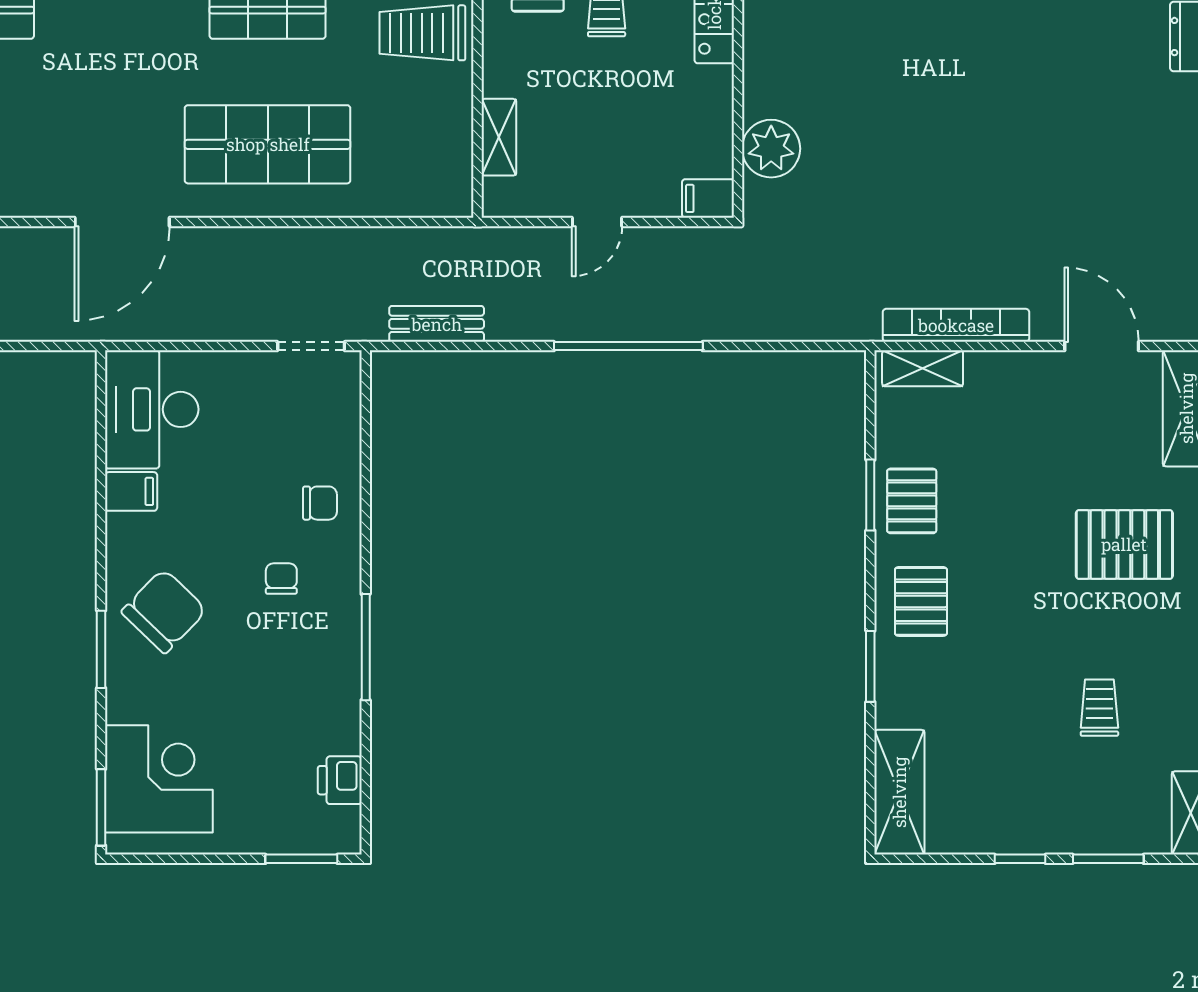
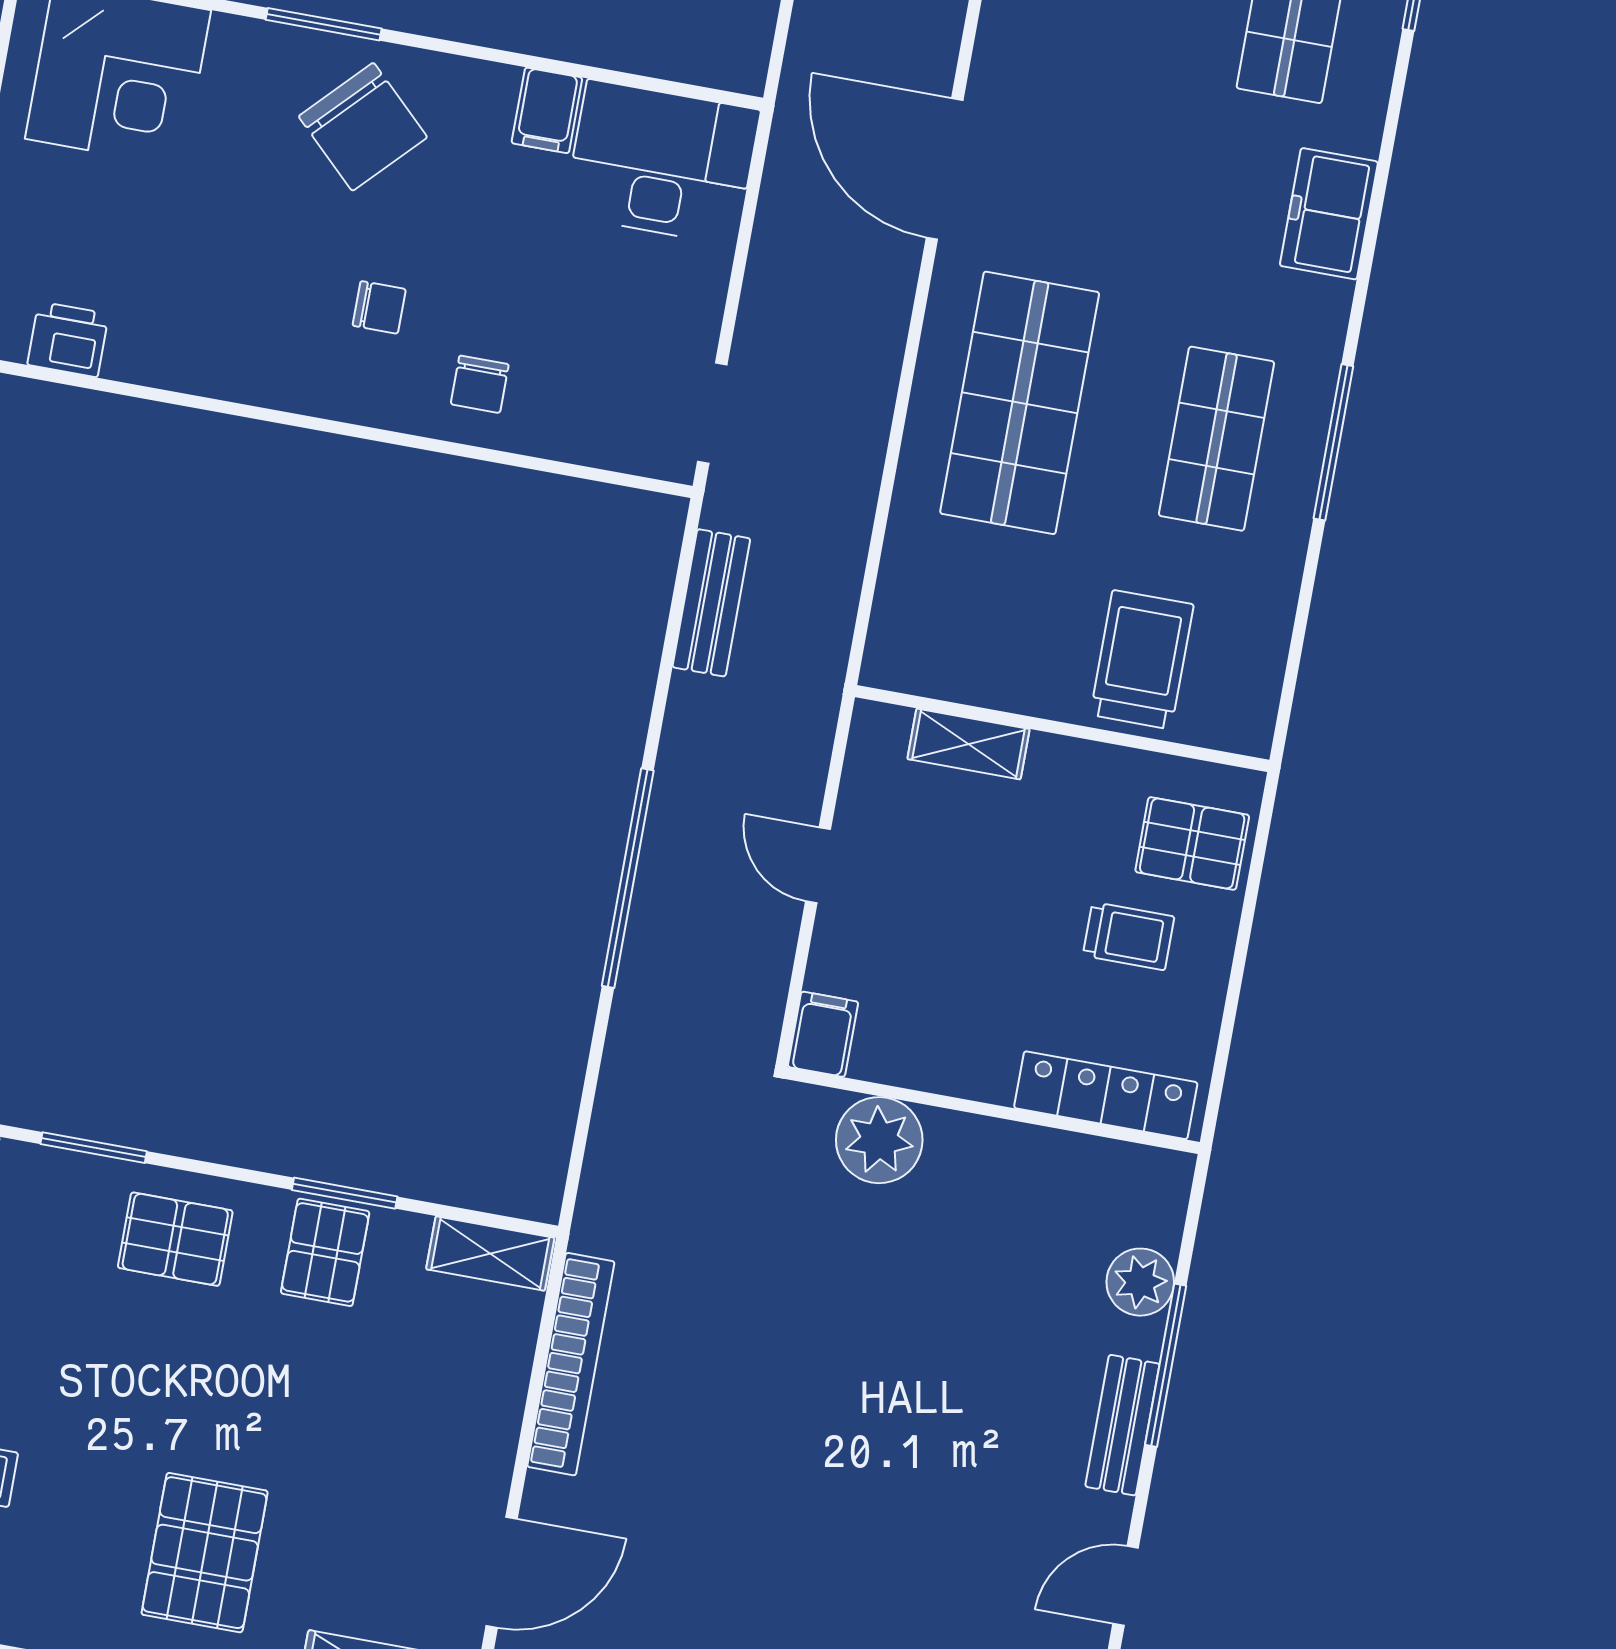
shelving: (923, 368) -> (490, 1253), moved, turned 90
pallet: (912, 501) -> (325, 1252), turned 90
window: (366, 647) -> (256, 413), removed

